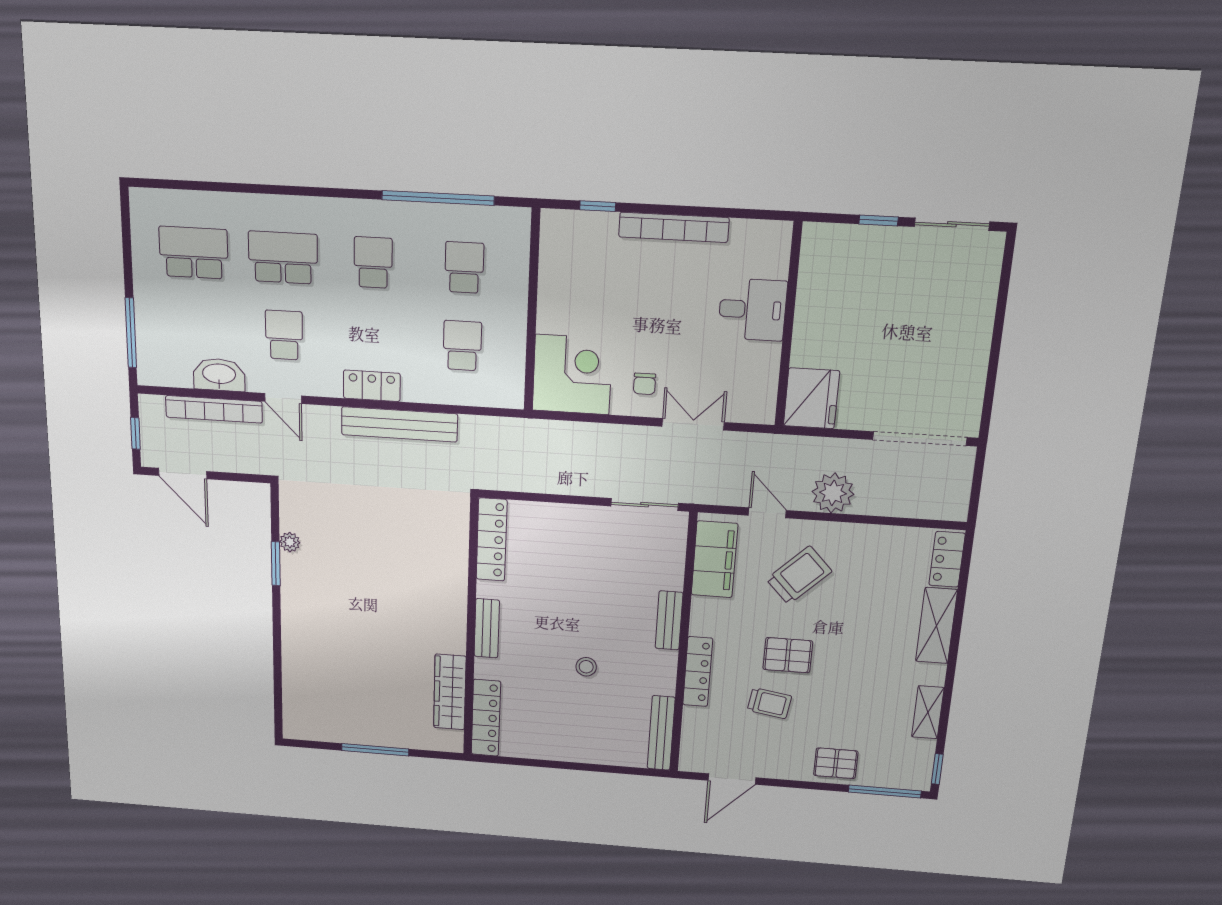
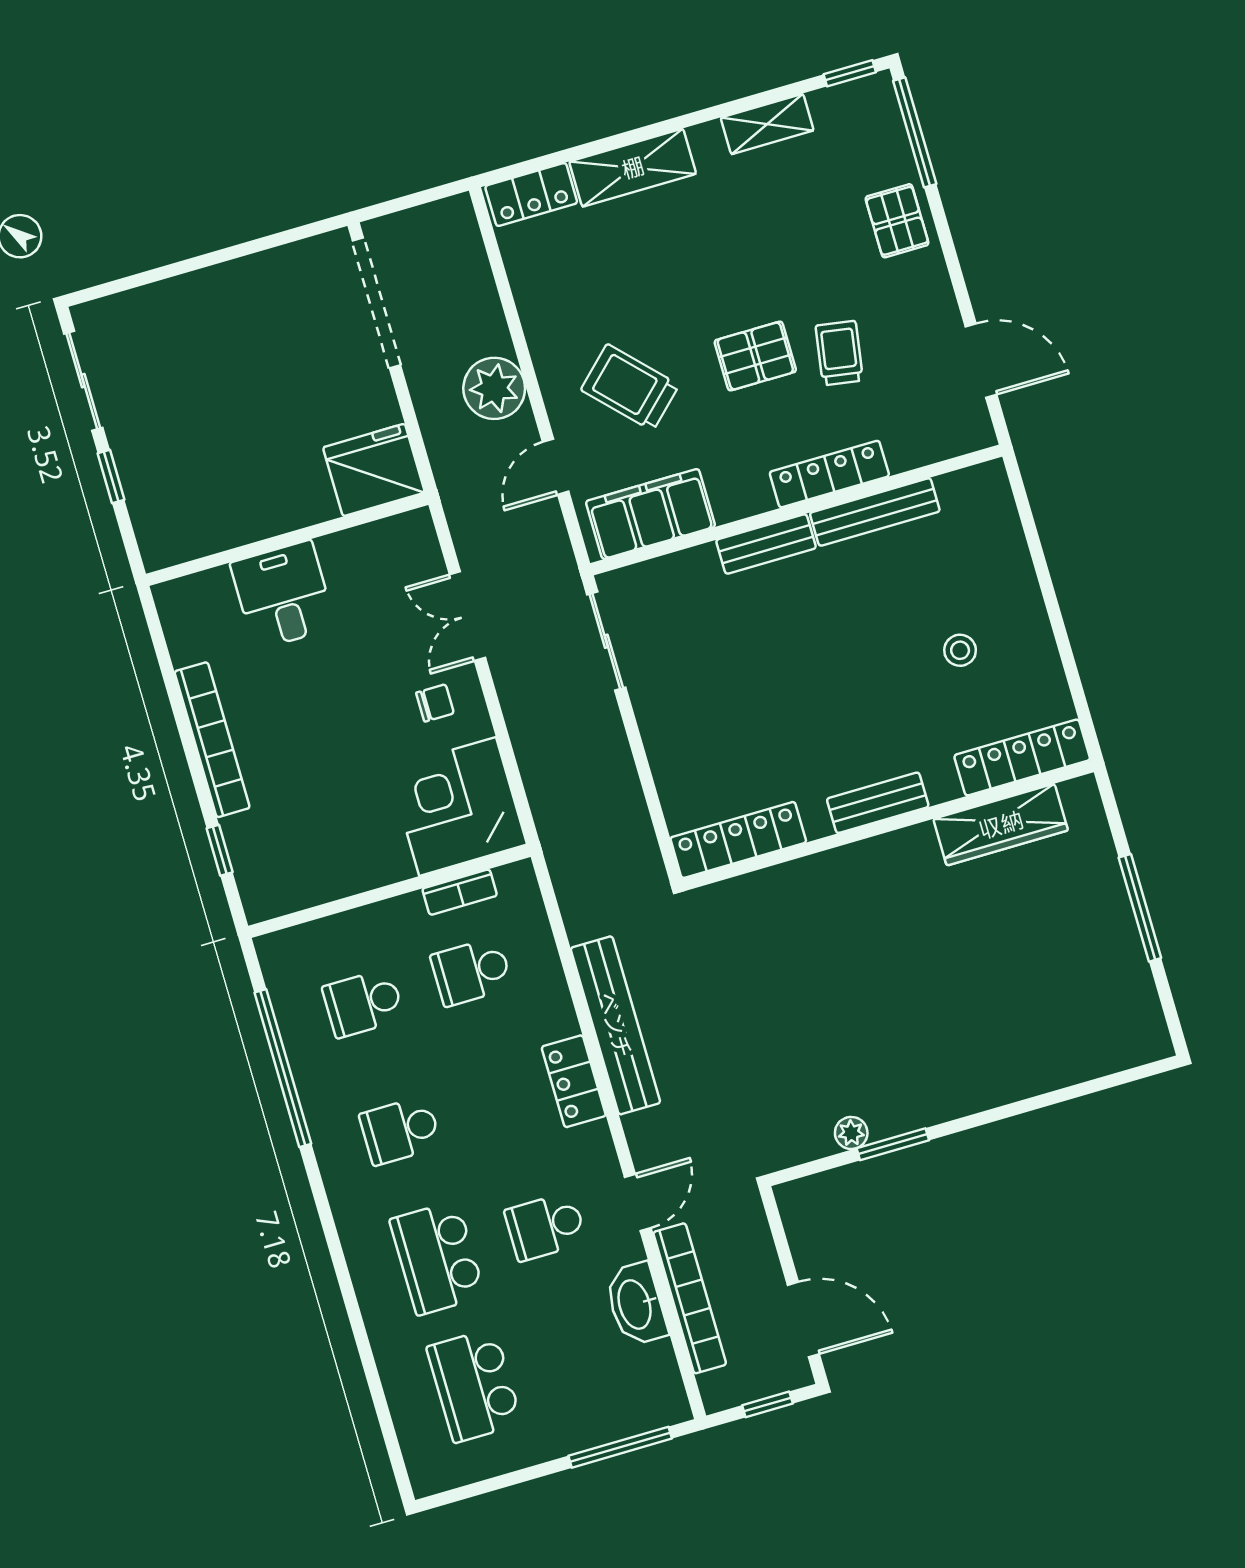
bookcase: (516, 356) -> (460, 892), added
door: (183, 473) -> (803, 1319), hinge flipped
pallet: (788, 655) -> (755, 356), turned 90
stool: (586, 667) -> (960, 650), moved
bench: (661, 733) -> (875, 512), moved

